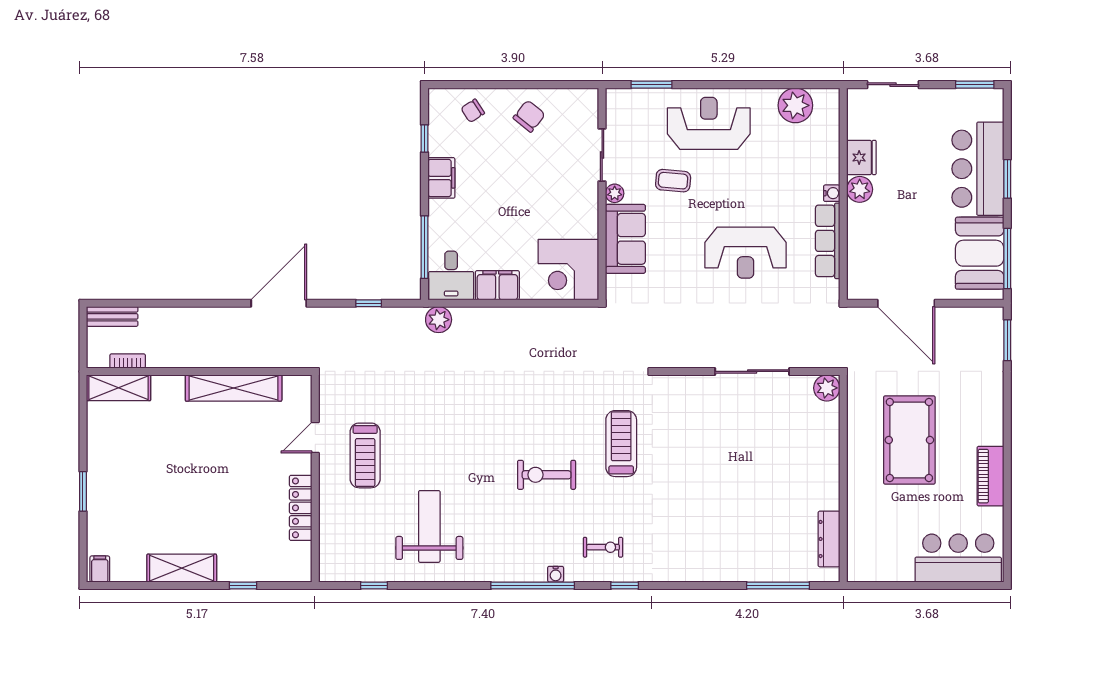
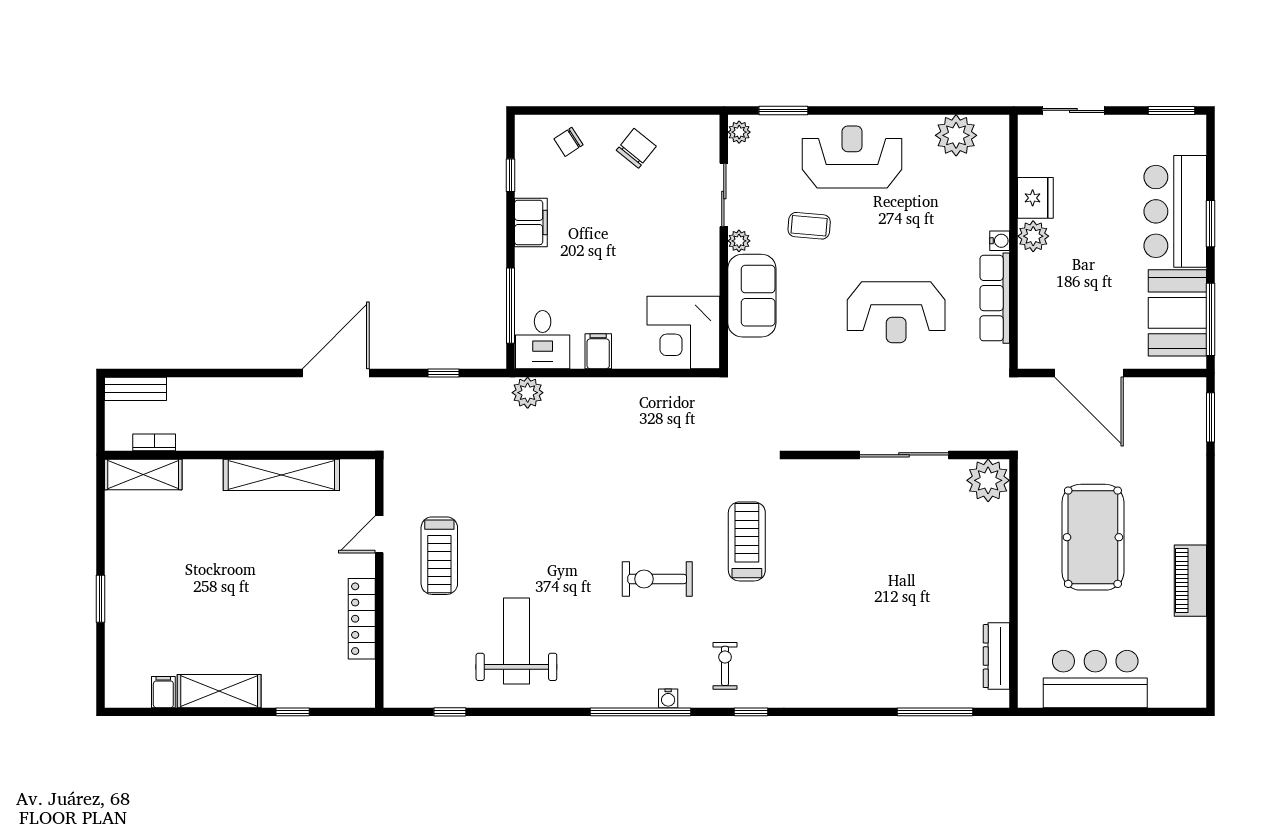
plant: (615, 103) -> (739, 132), added
filing cabinet: (497, 285) -> (598, 351), width x0.50
plant: (827, 388) -> (988, 480), width x1.36, depth x1.36
exercise bike: (603, 547) -> (725, 666), turned -90
bar counter: (958, 558) -> (1095, 679), moved
filing cabinet: (100, 569) -> (163, 692), moved

